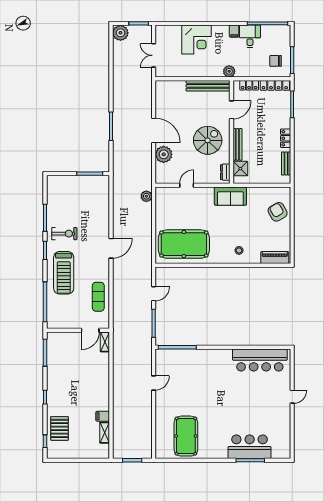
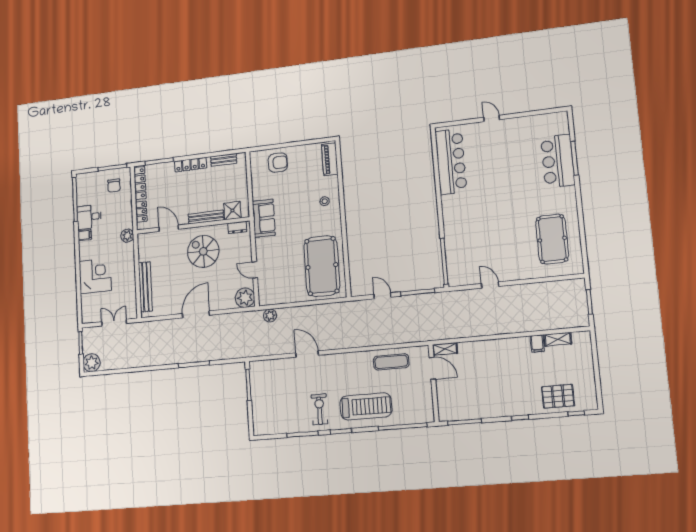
double door: (154, 55) -> (114, 323), swing flipped
bench: (208, 86) -> (145, 287), moved
locker: (286, 138) -> (191, 165), width x1.53
plant: (164, 154) -> (245, 298), moved
armchair: (278, 212) -> (278, 163), turned -150
door: (111, 248) -> (307, 354), moved
pool table: (186, 436) -> (552, 239), turned 90

